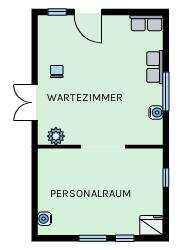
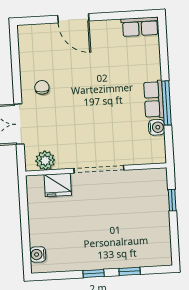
window: (57, 12) -> (39, 20), removed
row of seats: (155, 67) -> (154, 99), moved
fridge: (151, 225) -> (58, 185), moved, turned 180
window: (93, 238) -> (94, 273), width x0.67

